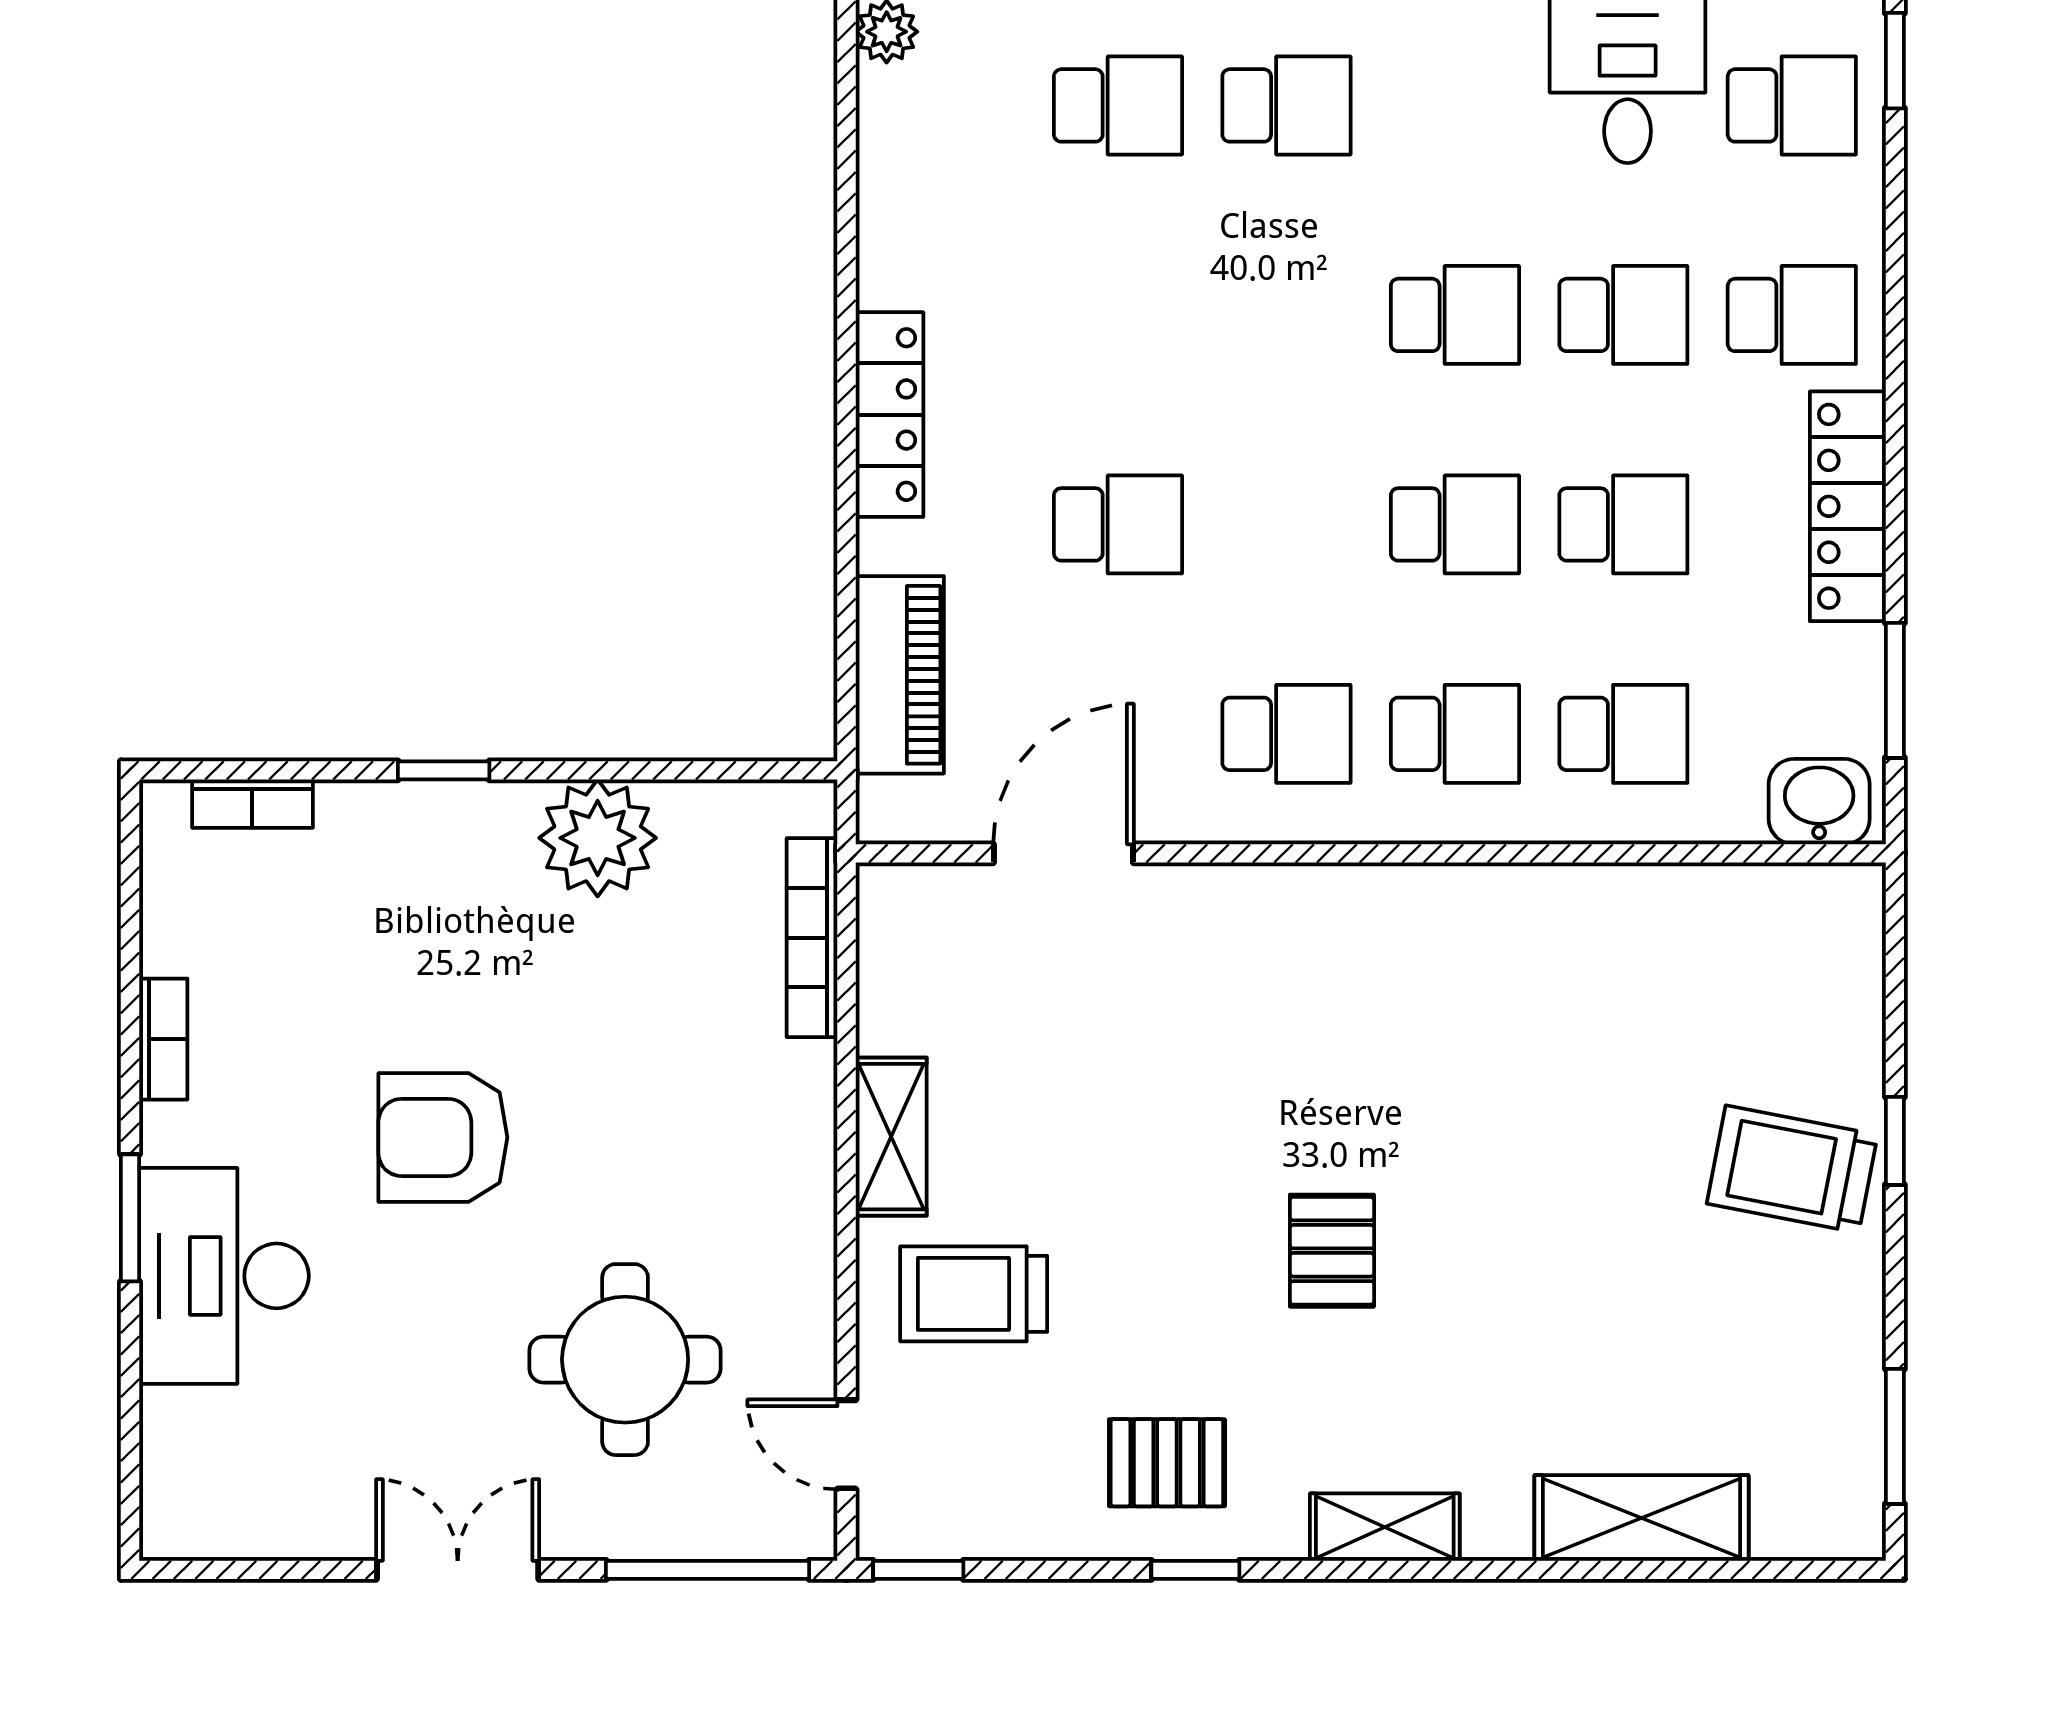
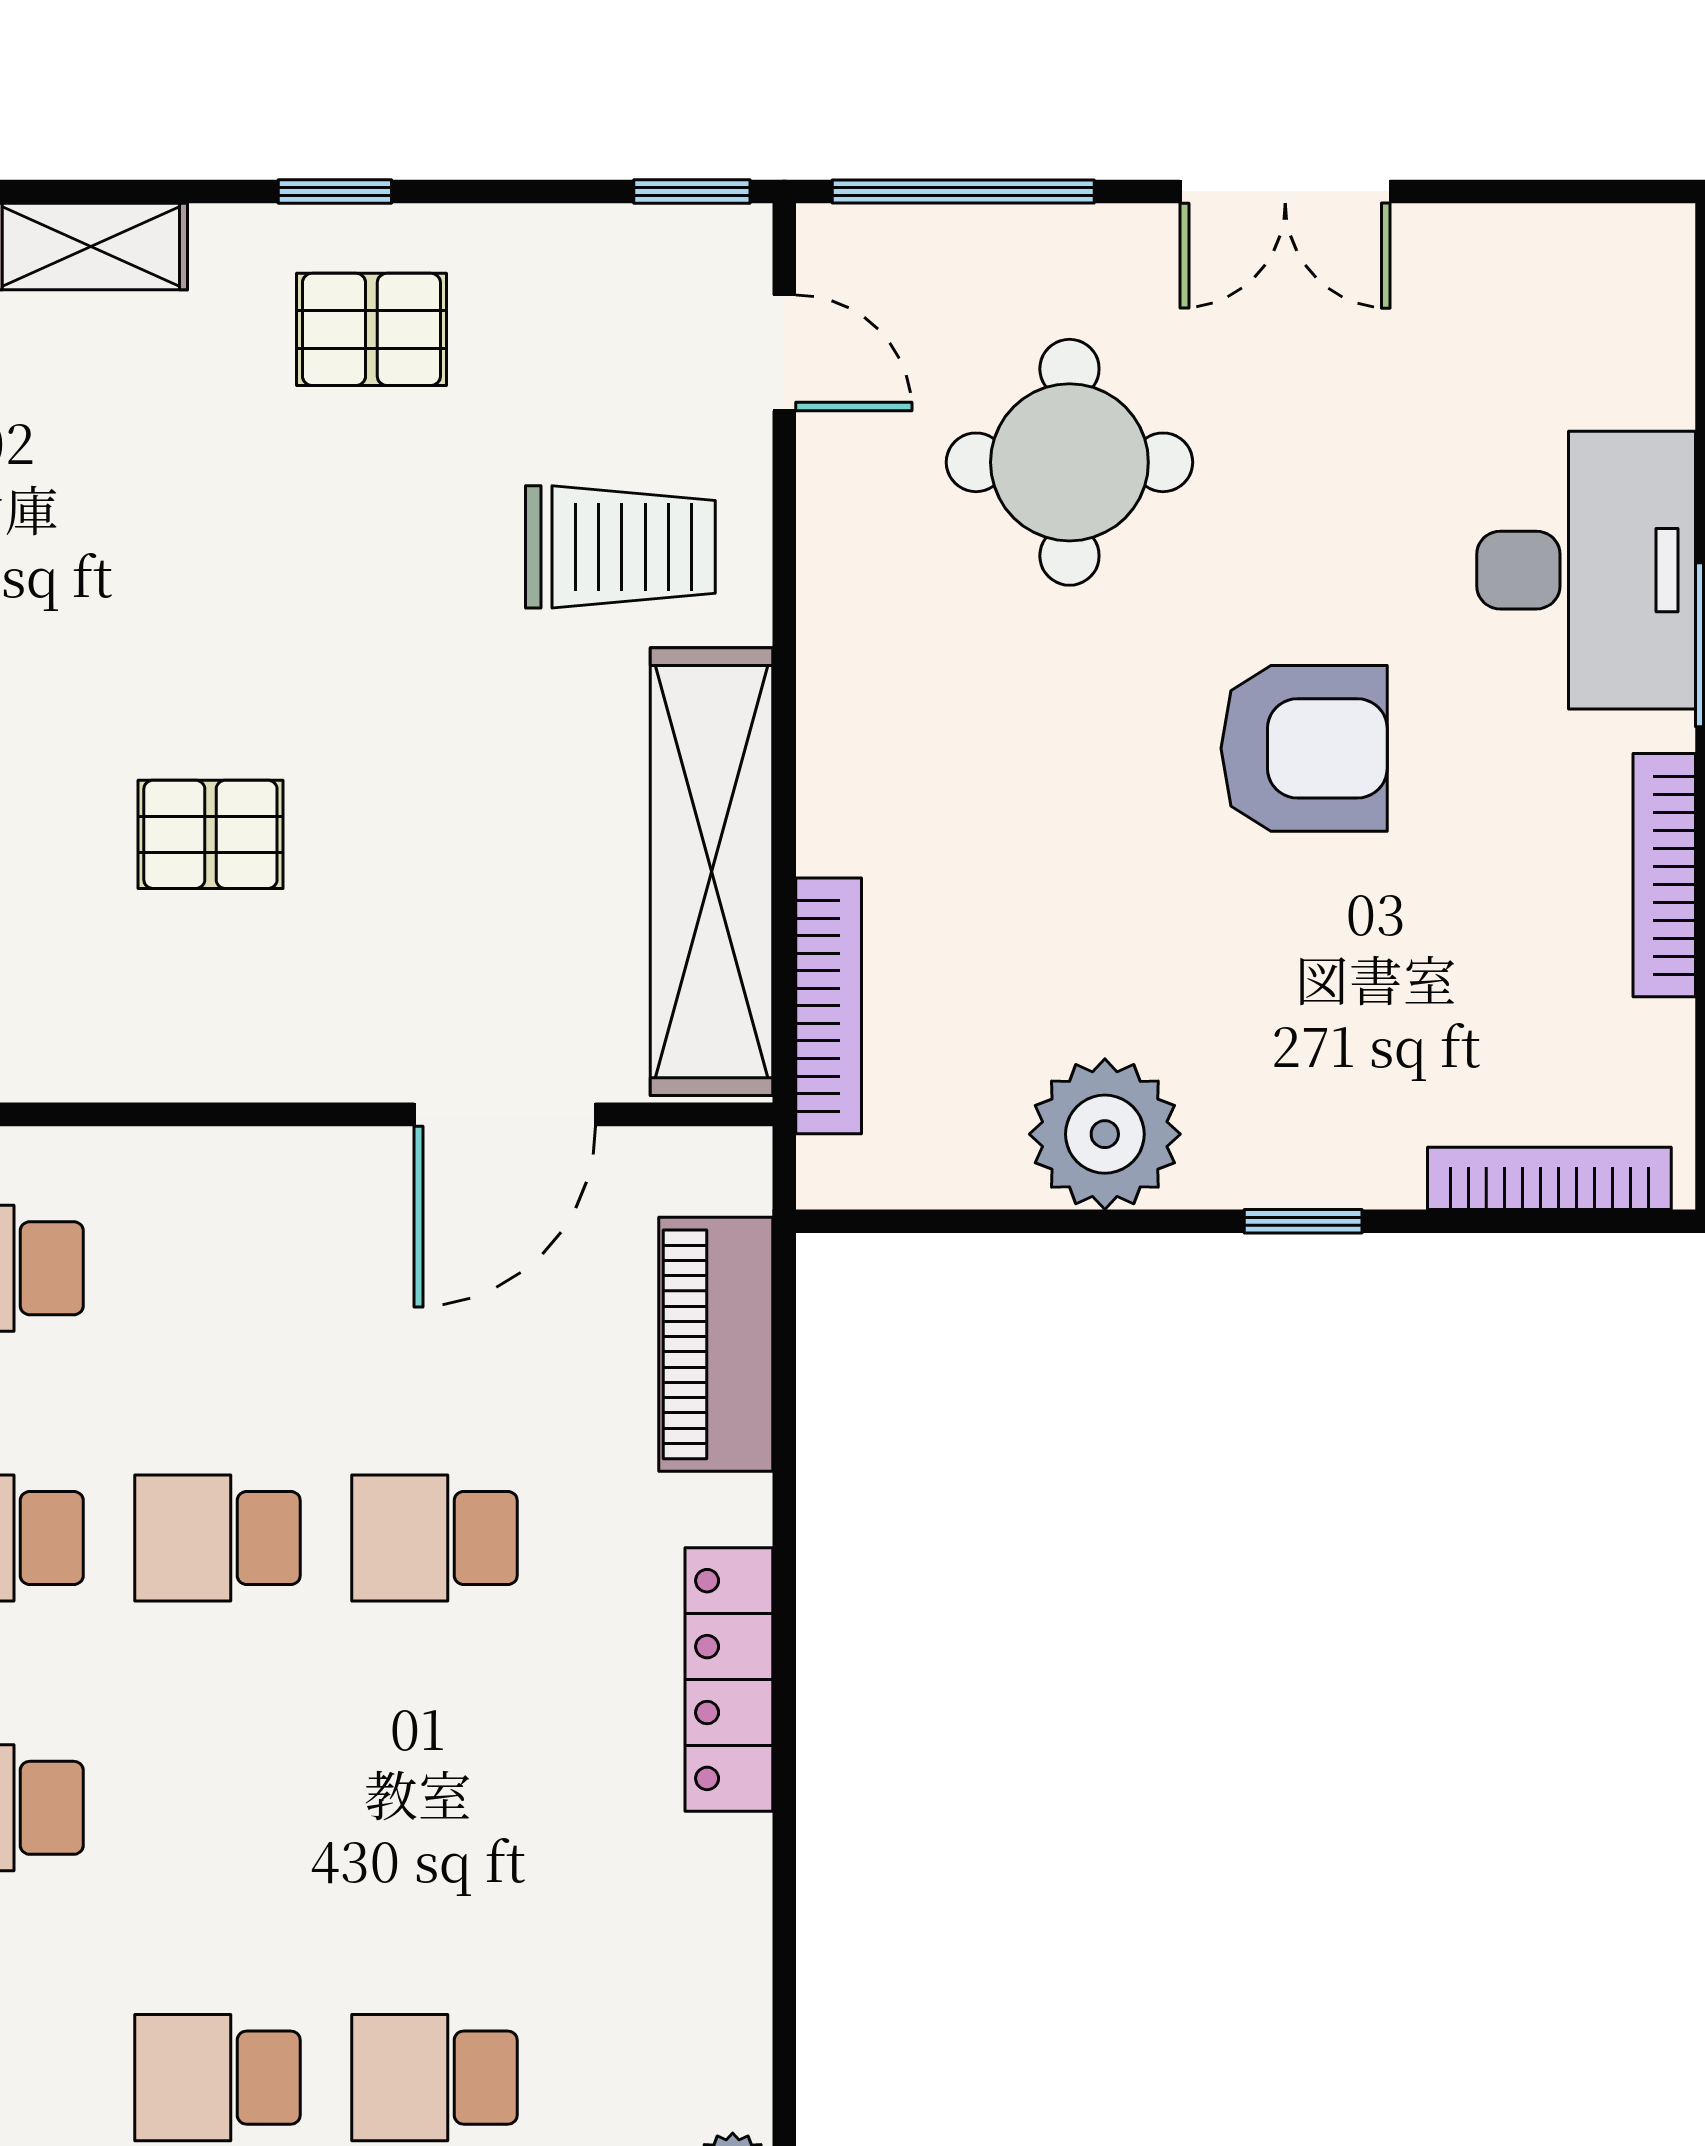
school desk: (1286, 734) -> (218, 1538), moved
bookcase: (252, 804) -> (1549, 1178), width x1.56
bookcase: (163, 1039) -> (1664, 875), width x1.56
shelving: (891, 1137) -> (711, 872), width x2.20, depth x1.33
pallet: (1332, 1251) -> (210, 834), moved, turned 90

